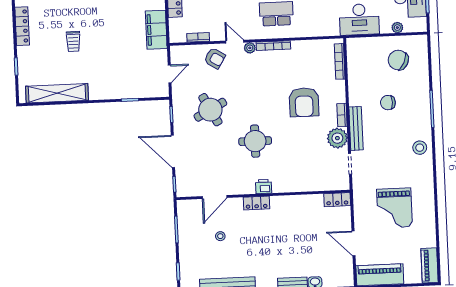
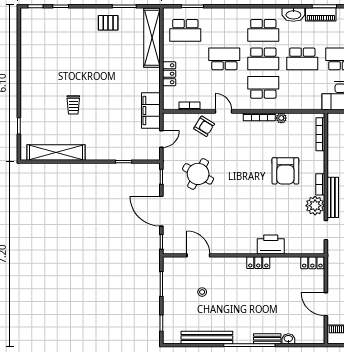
locker: (22, 26) -> (26, 89), removed
filing cabinet: (156, 30) -> (151, 110), moved
plant: (250, 48) -> (281, 118), moved
round table: (210, 110) -> (198, 174), turned -34
round table: (255, 141) -> (238, 205), removed
printer: (264, 186) -> (271, 244), moved, width x1.87, depth x1.48
door: (215, 197) -> (198, 255), swing flipped
locker: (256, 203) -> (258, 263), moved

